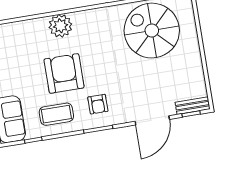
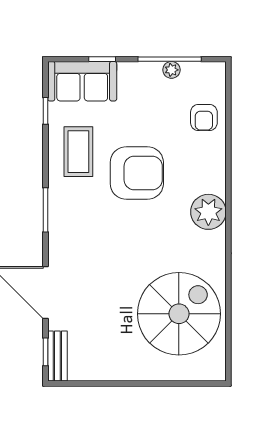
plant: (60, 26) -> (208, 212), moved
armchair: (98, 104) -> (204, 118), moved, turned -90

